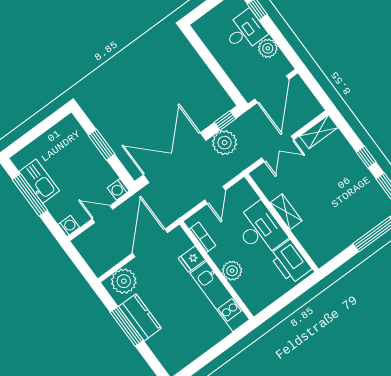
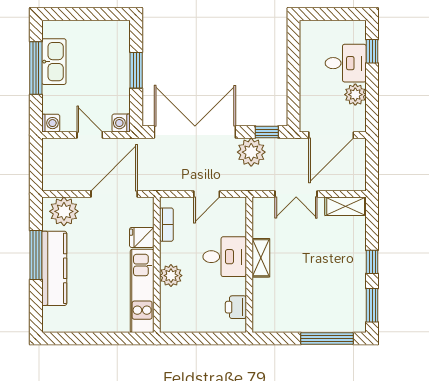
desk: (260, 230) -> (225, 257), width x0.73
printer: (290, 262) -> (236, 307), width x0.53, depth x0.68
kitchen counter: (140, 317) -> (54, 268), width x1.50

